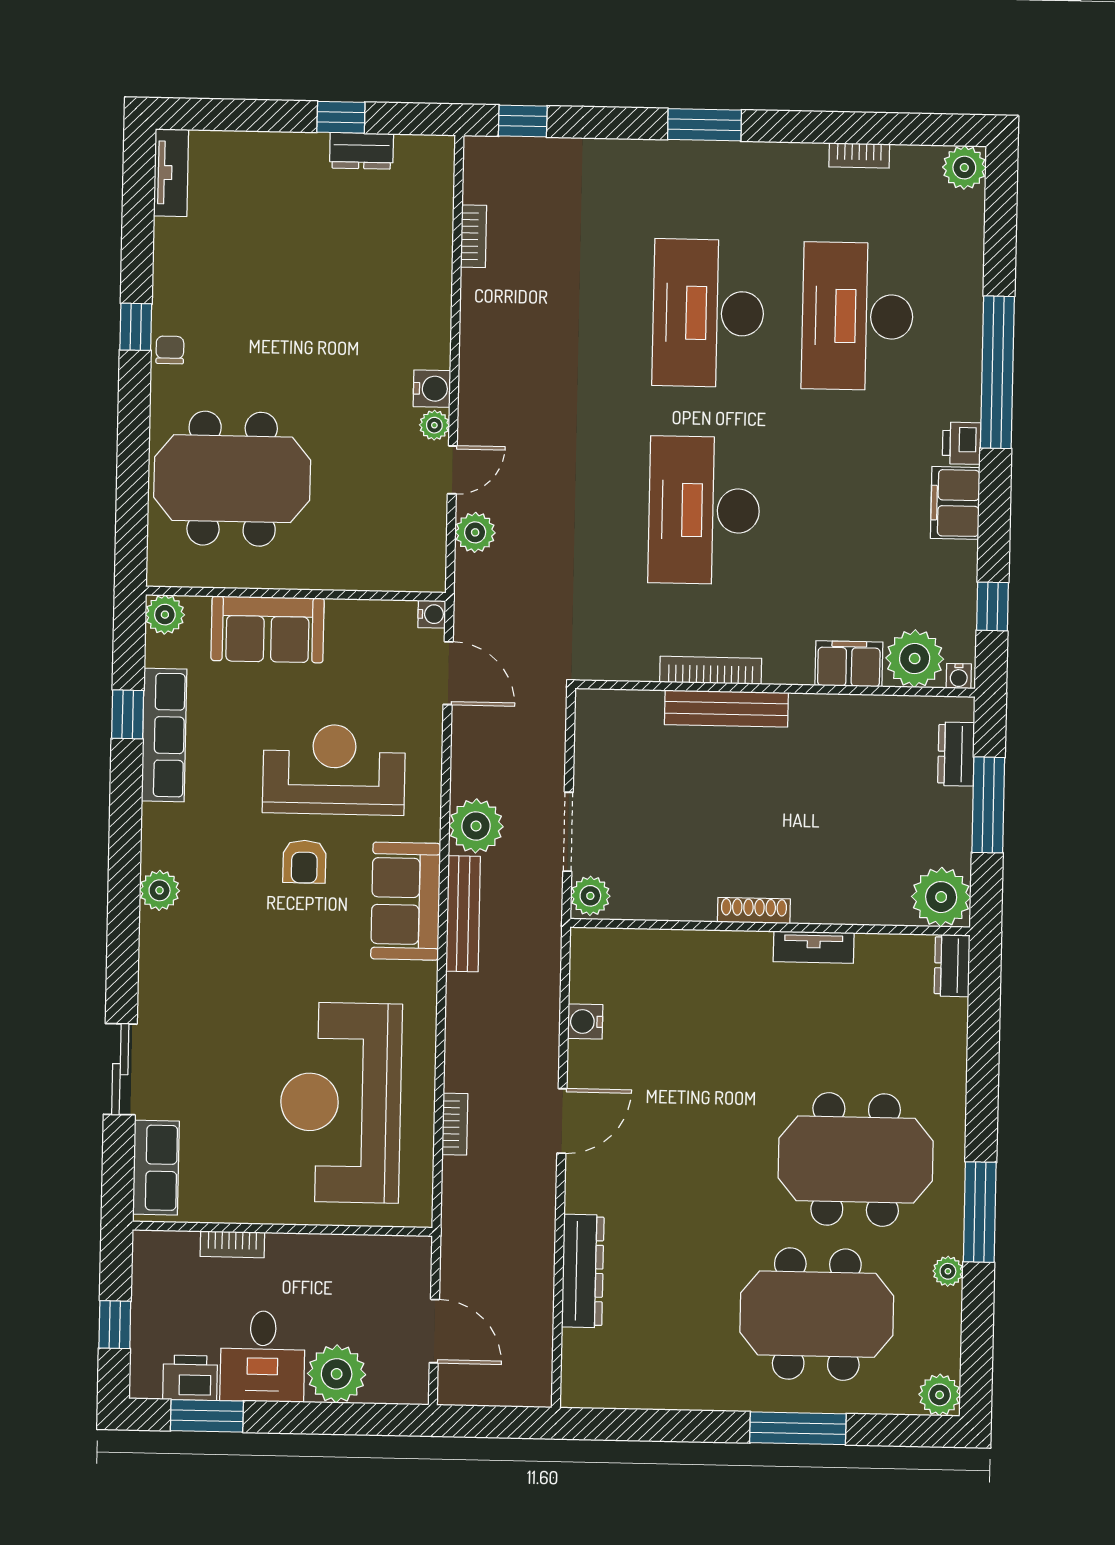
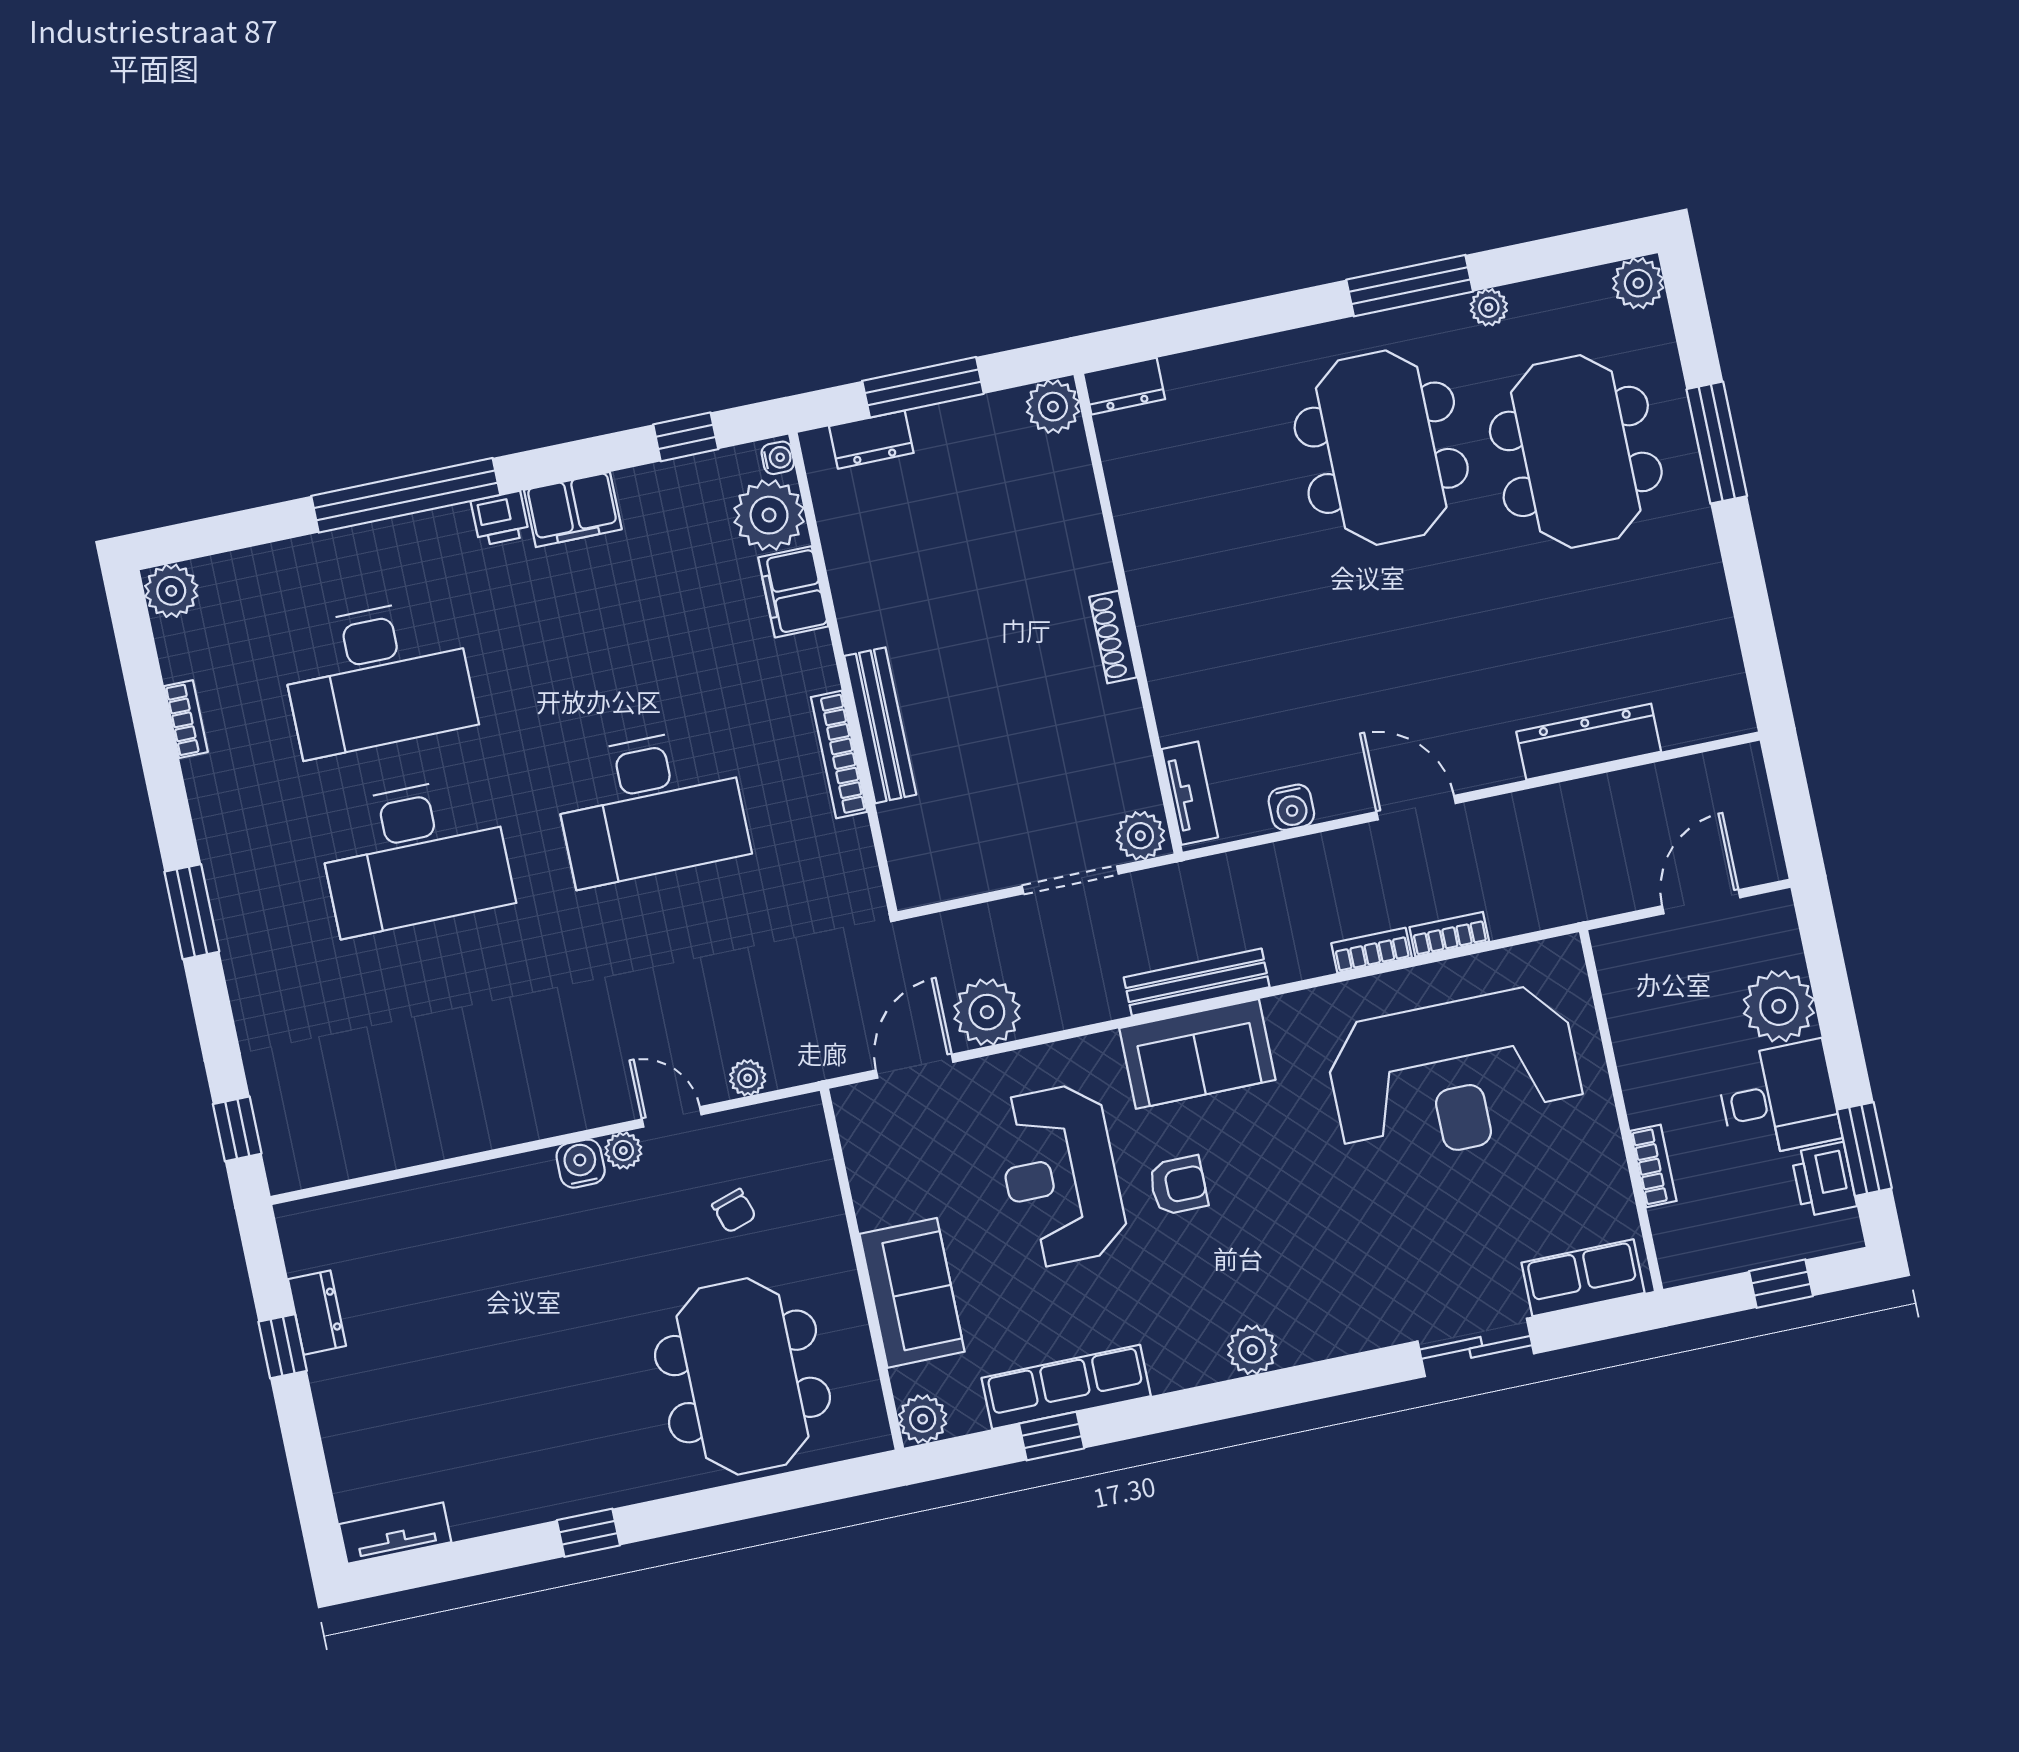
bookcase: (474, 236) -> (1371, 950), moved
chair: (170, 350) -> (734, 1211), moved, turned -108
plant: (475, 532) -> (748, 1078), width x0.73, depth x0.73
water cooler: (432, 614) -> (849, 1102), removed
plant: (476, 826) -> (987, 1012), moved
plant: (941, 897) -> (1053, 407), width x0.73, depth x0.73
tv unit: (814, 947) -> (1190, 793), moved

